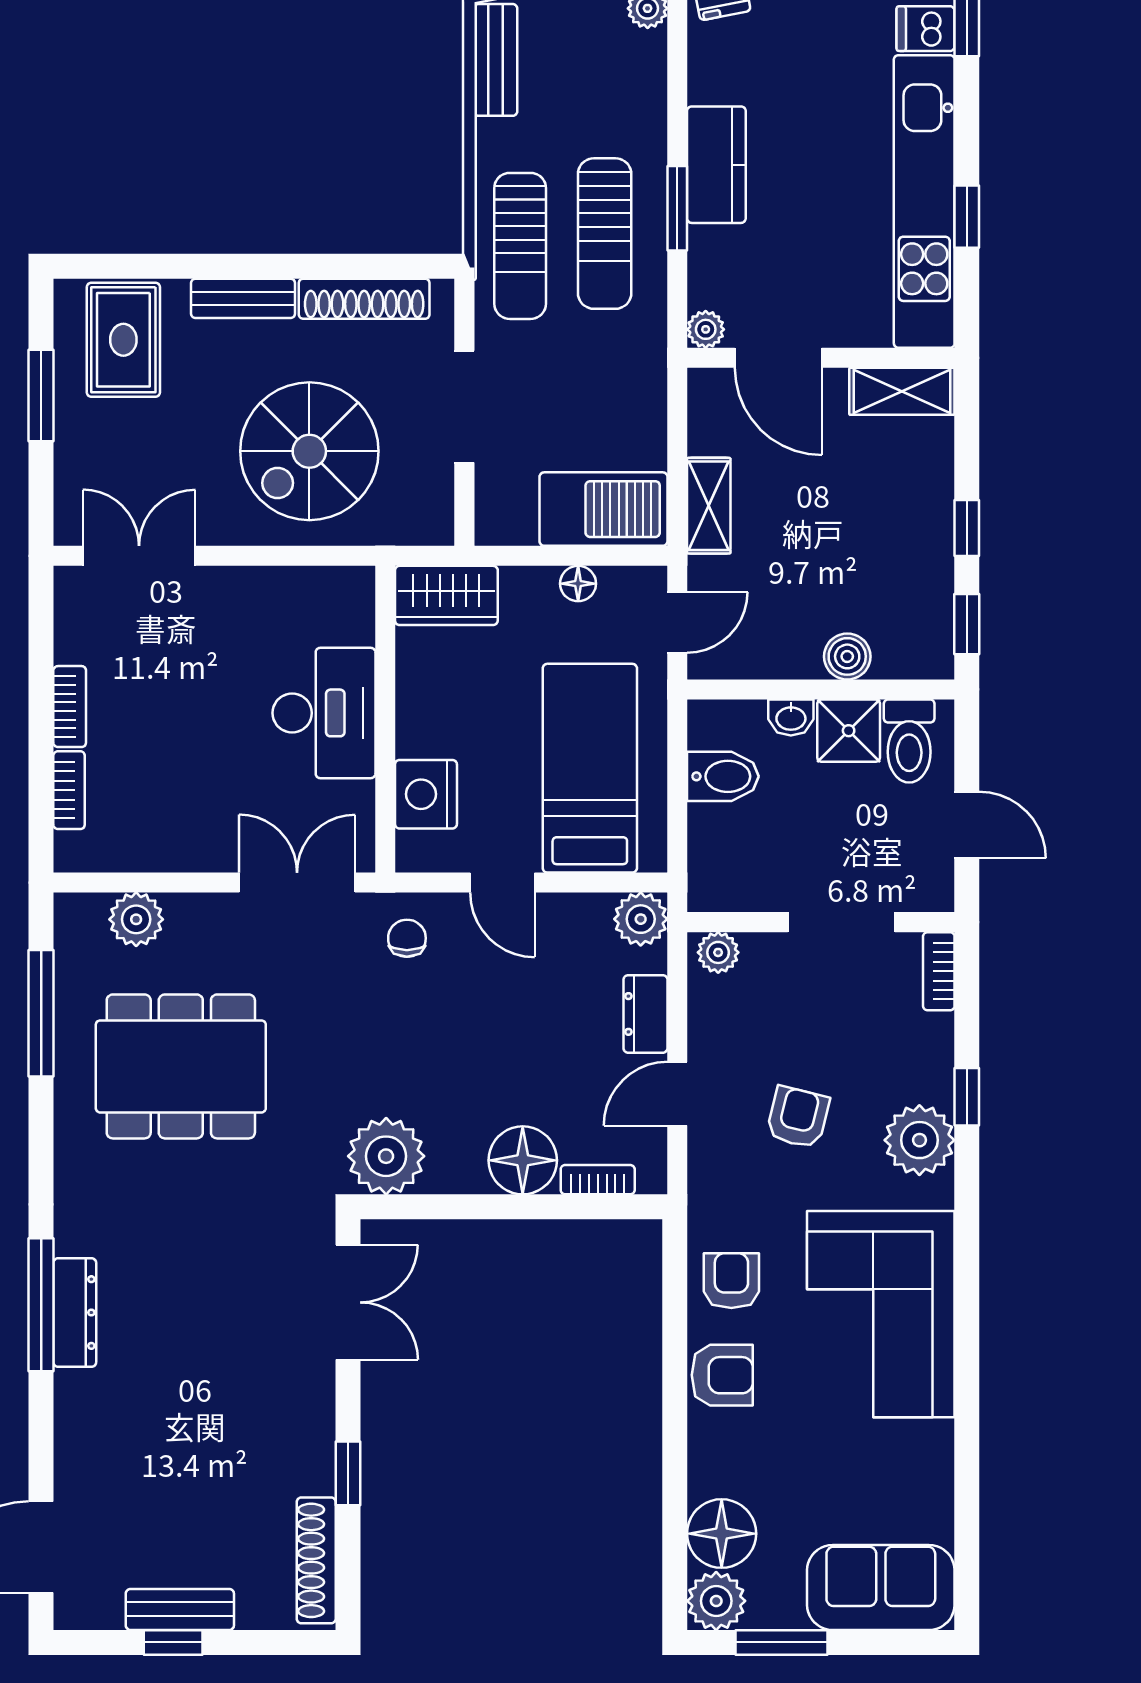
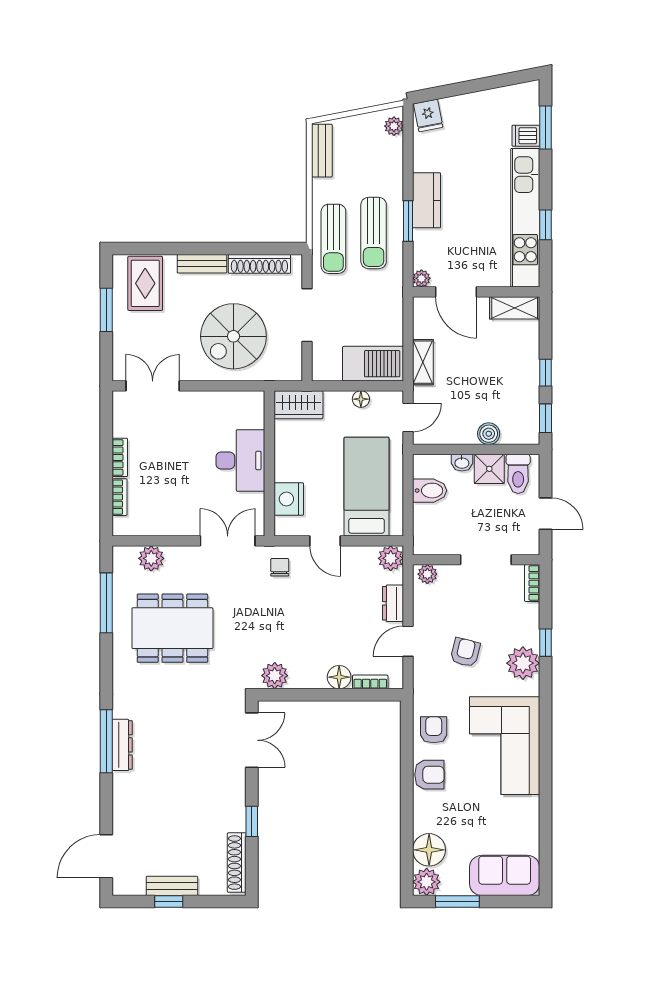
plant: (386, 1156) -> (275, 676), width x0.73, depth x0.73
floor lamp: (523, 1160) -> (339, 677), width x0.73, depth x0.73

